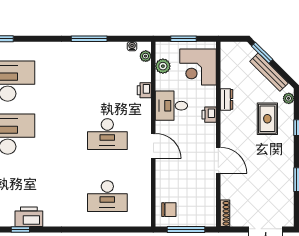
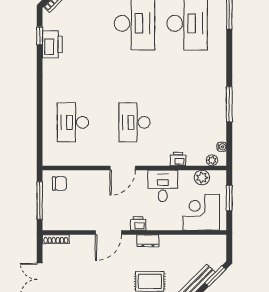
dresser: (227, 99) -> (148, 241), moved
printer: (209, 115) -> (138, 224), moved
chair: (169, 210) -> (59, 183), turned -90

